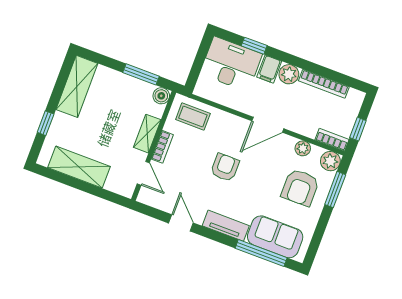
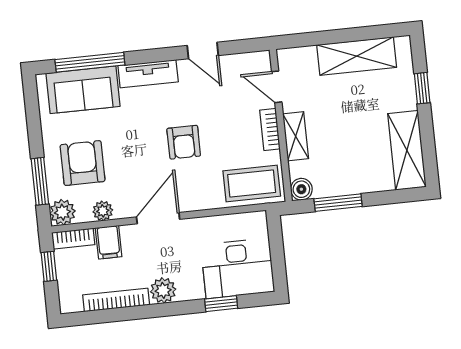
filing cabinet: (269, 69) -> (109, 242), moved, turned 180
coffee table: (193, 116) -> (252, 183), width x1.36, depth x1.30

